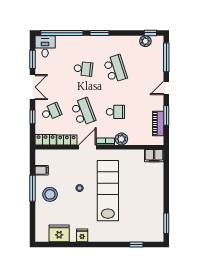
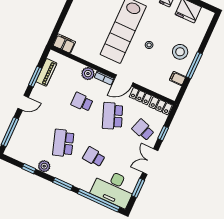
window: (150, 33) -> (29, 169), moved
plant: (145, 41) -> (44, 166), moved
desk: (45, 46) -> (114, 188), width x1.87, depth x1.30
school desk: (51, 112) -> (143, 130), turned 42

